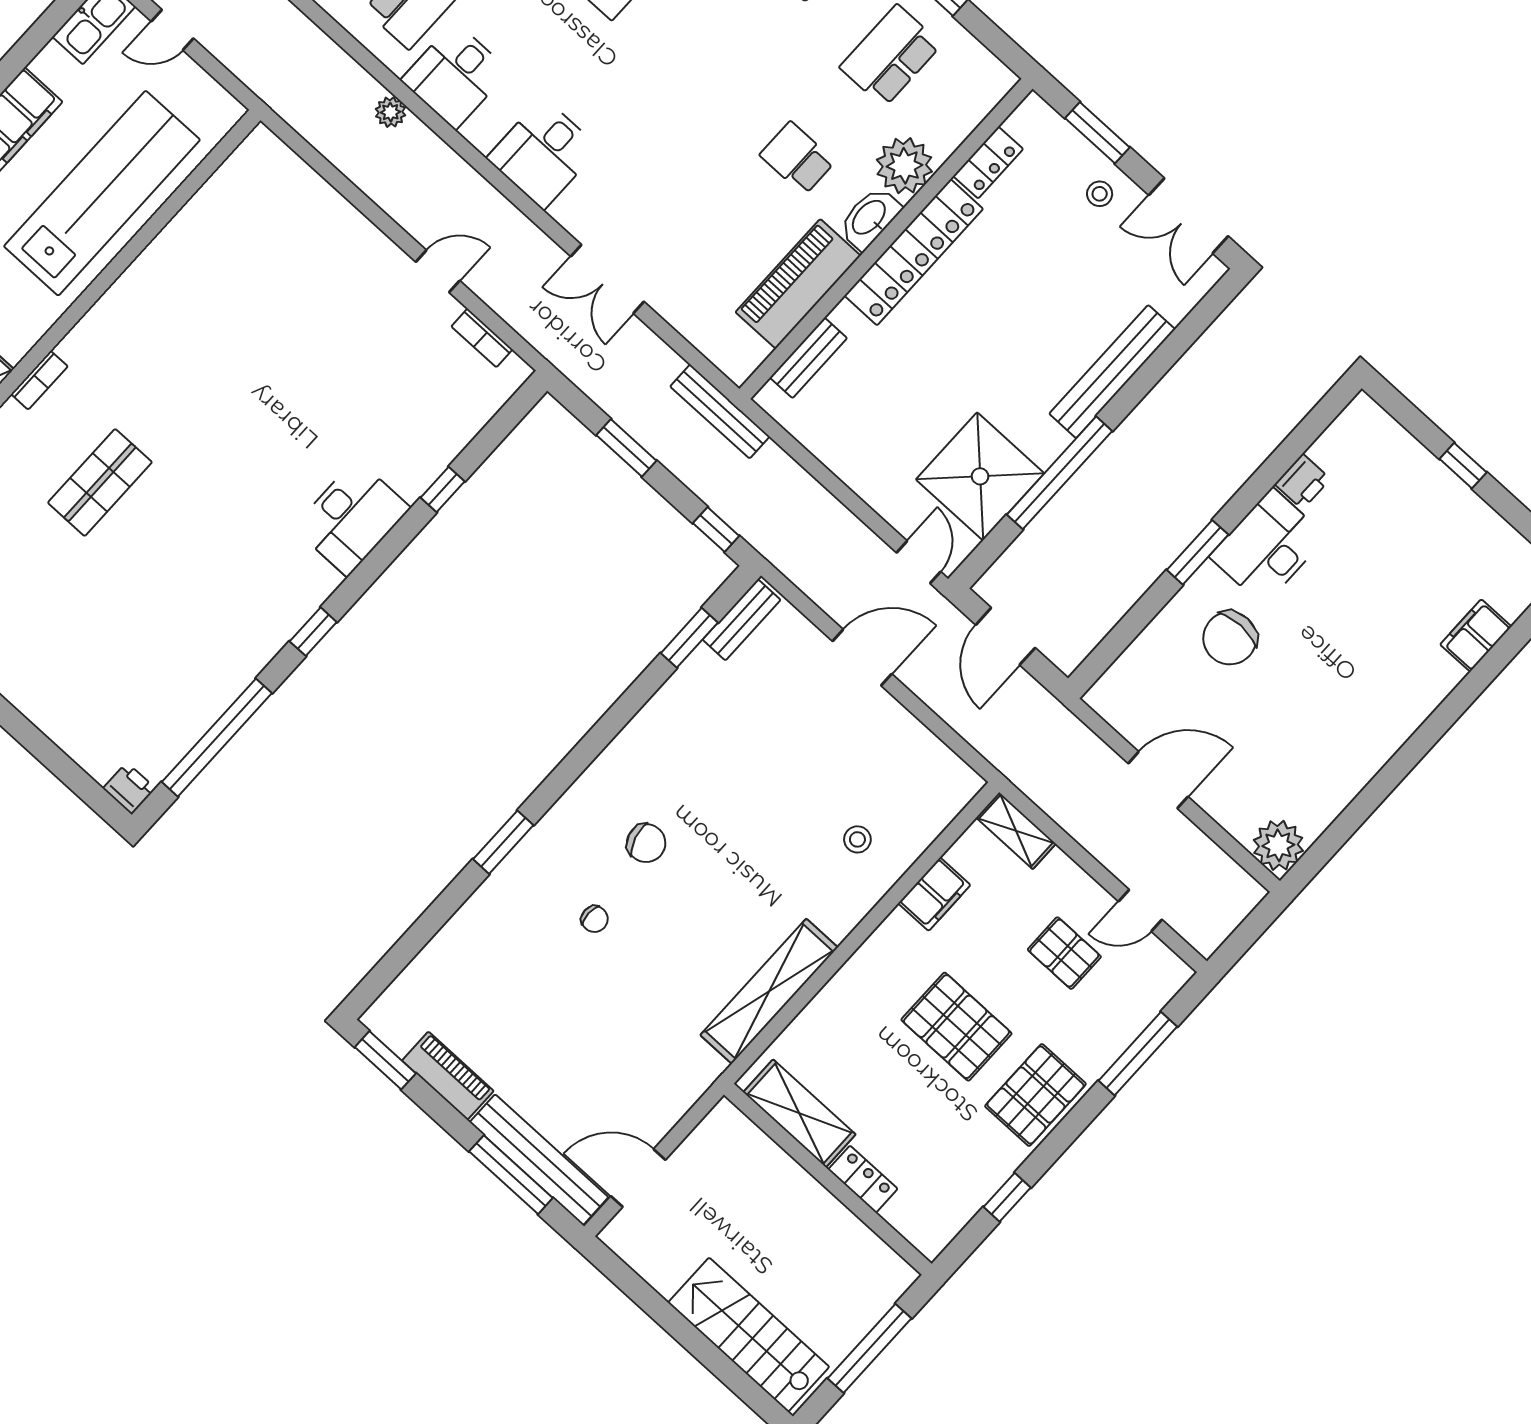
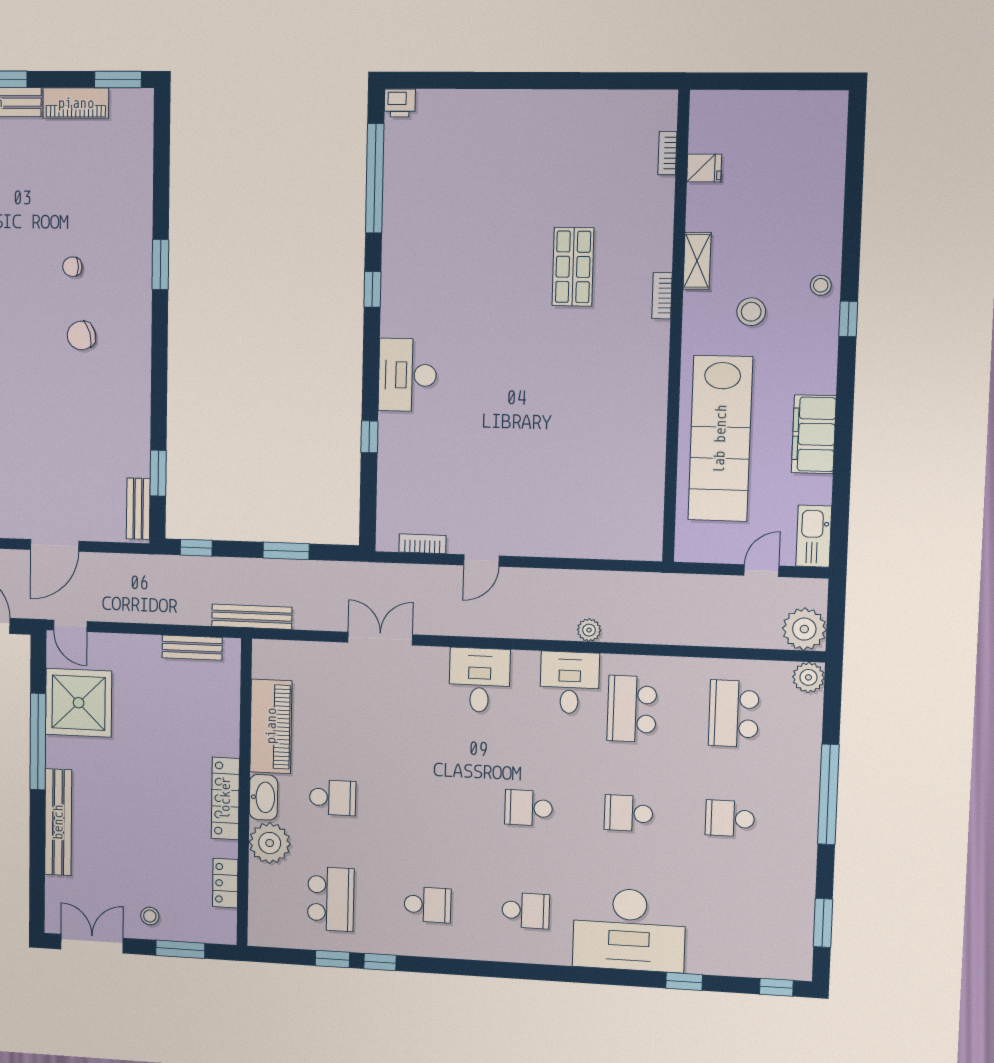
locker: (914, 252) -> (225, 798), width x0.71, depth x0.83
bench: (808, 358) -> (192, 648), moved, turned 90

